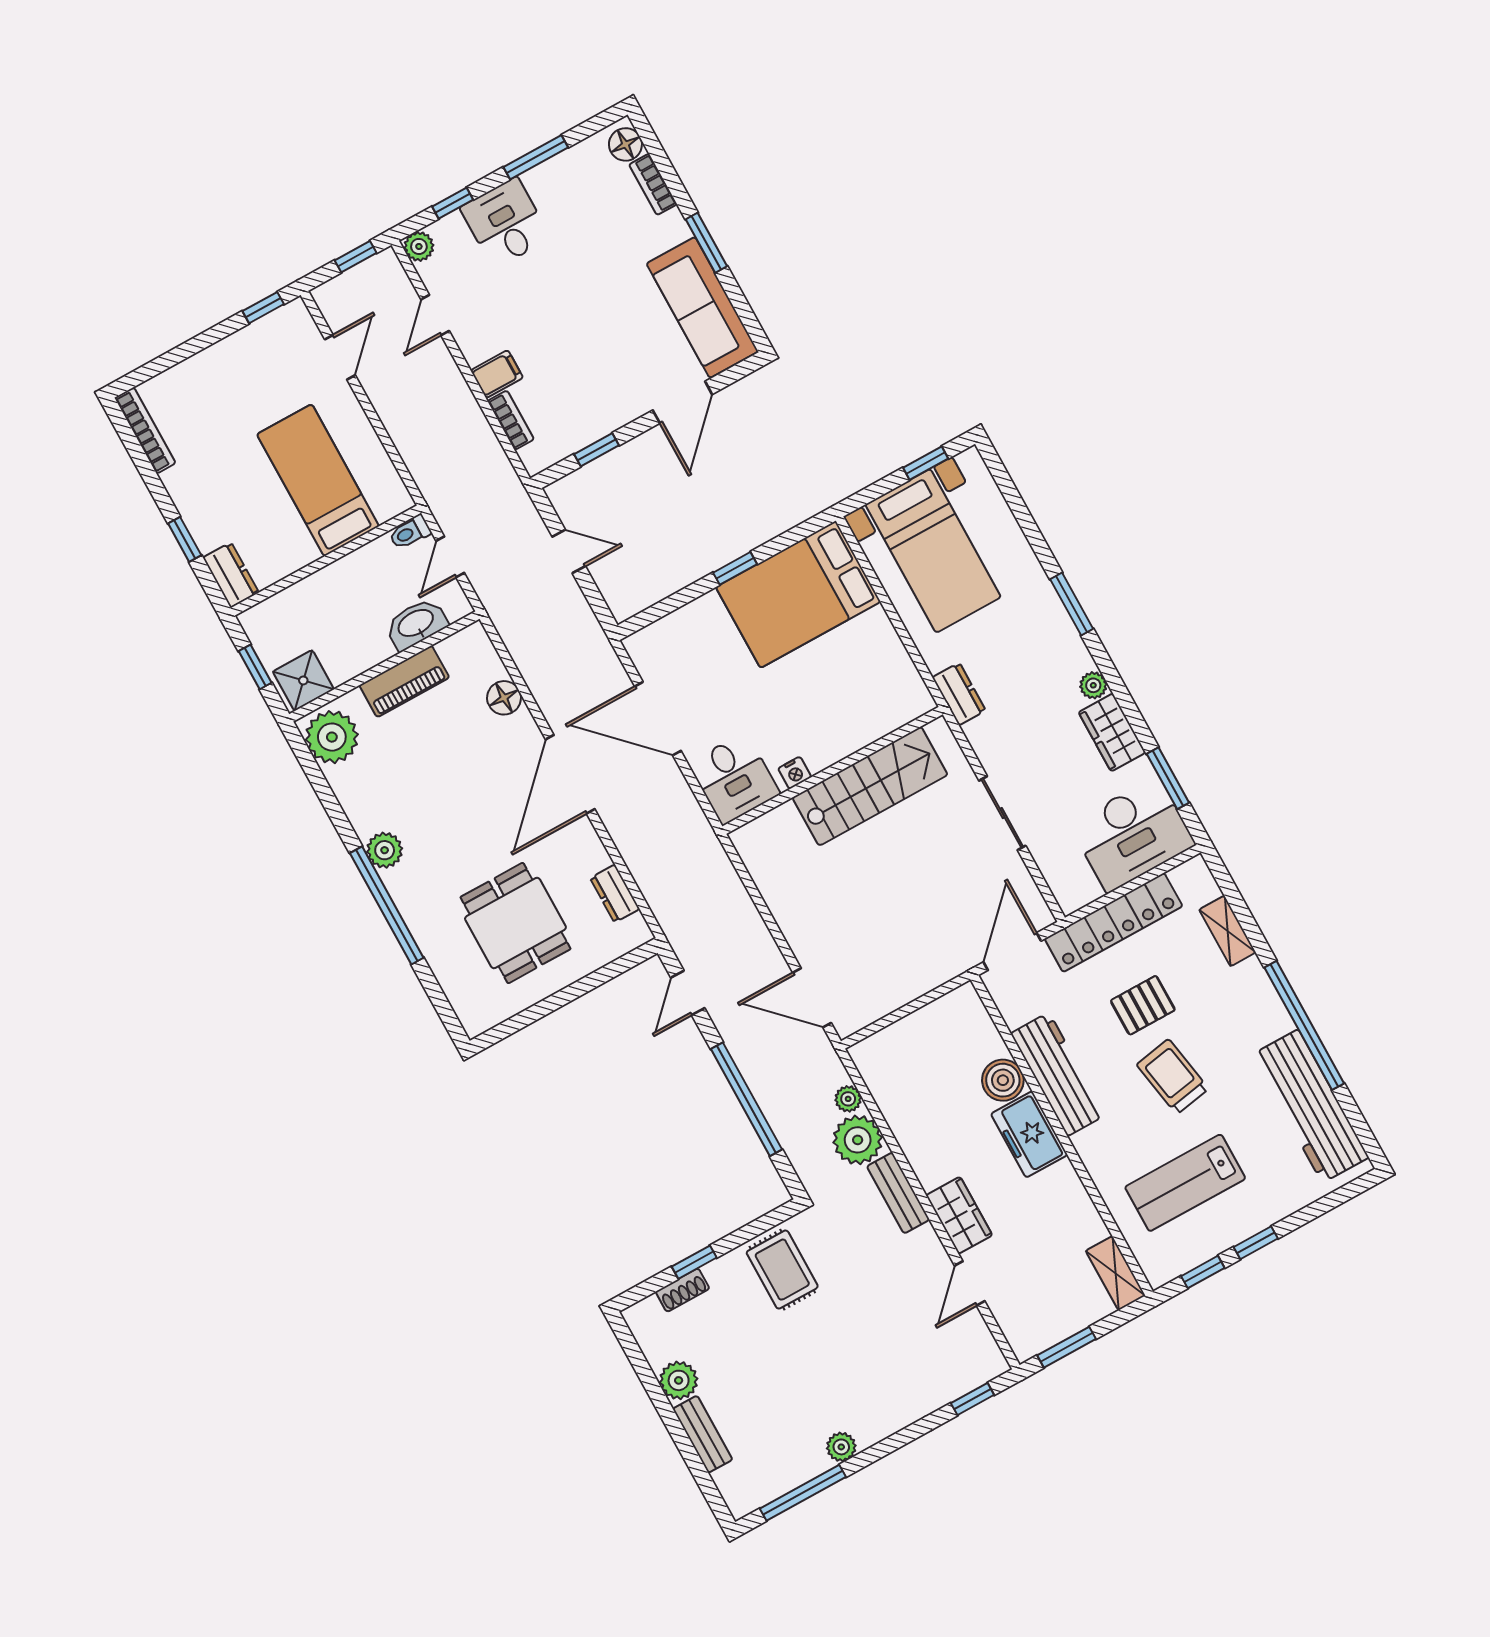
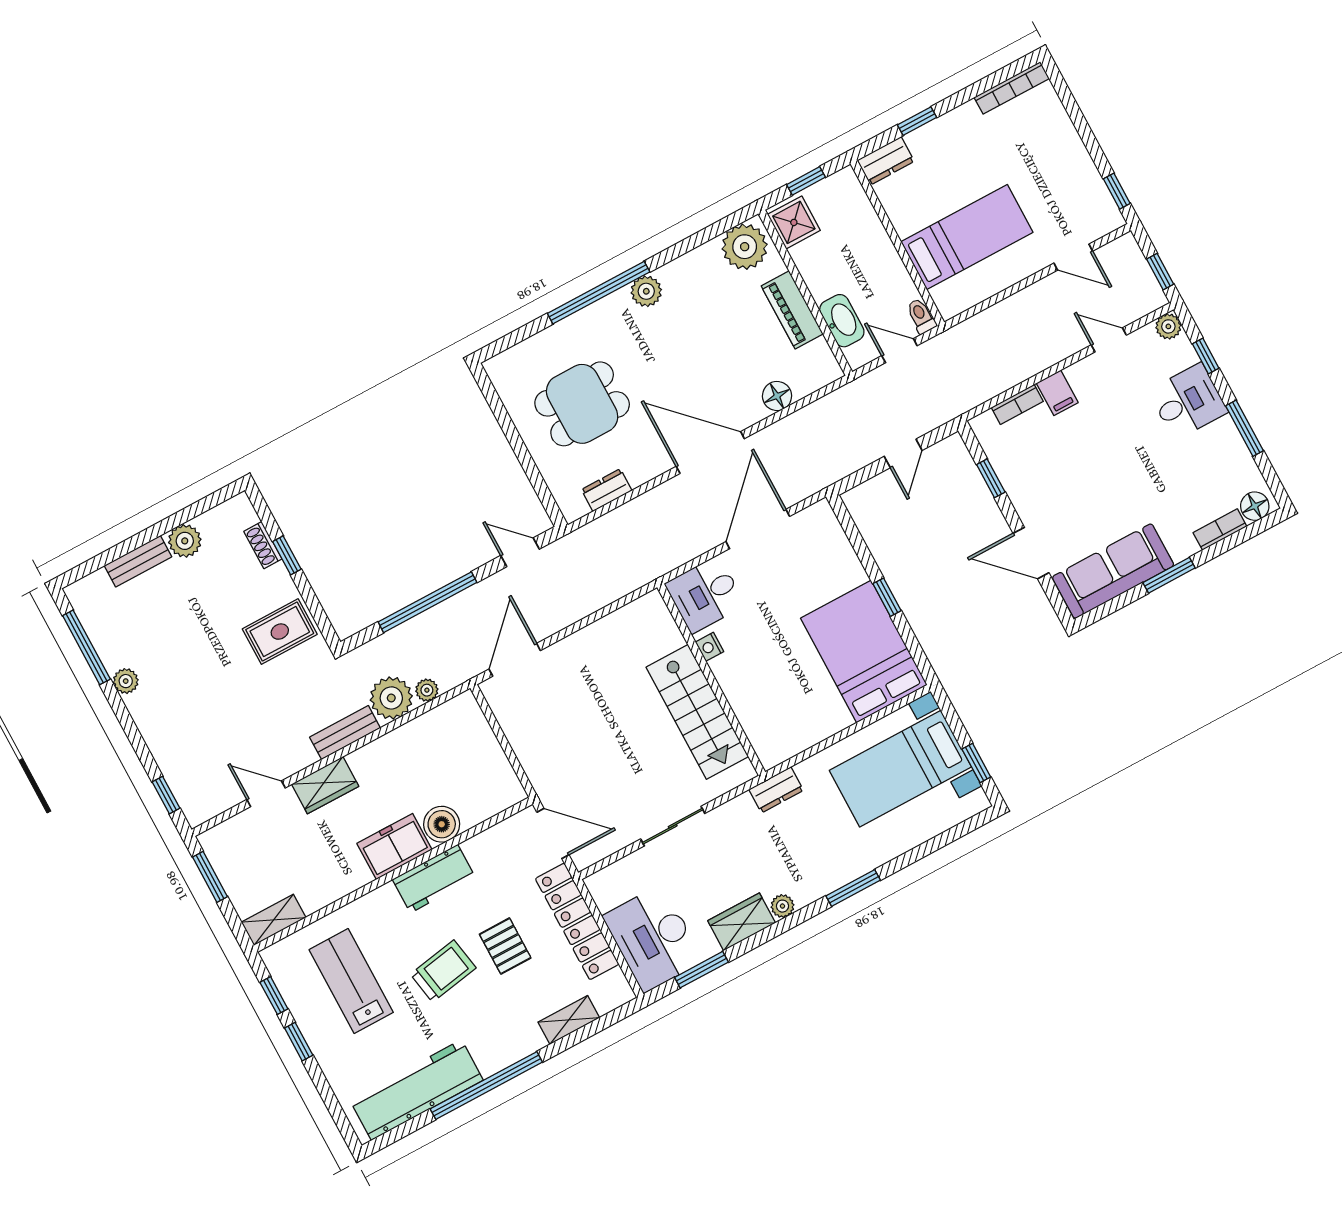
workbench: (1058, 1074) -> (434, 879), width x0.73

